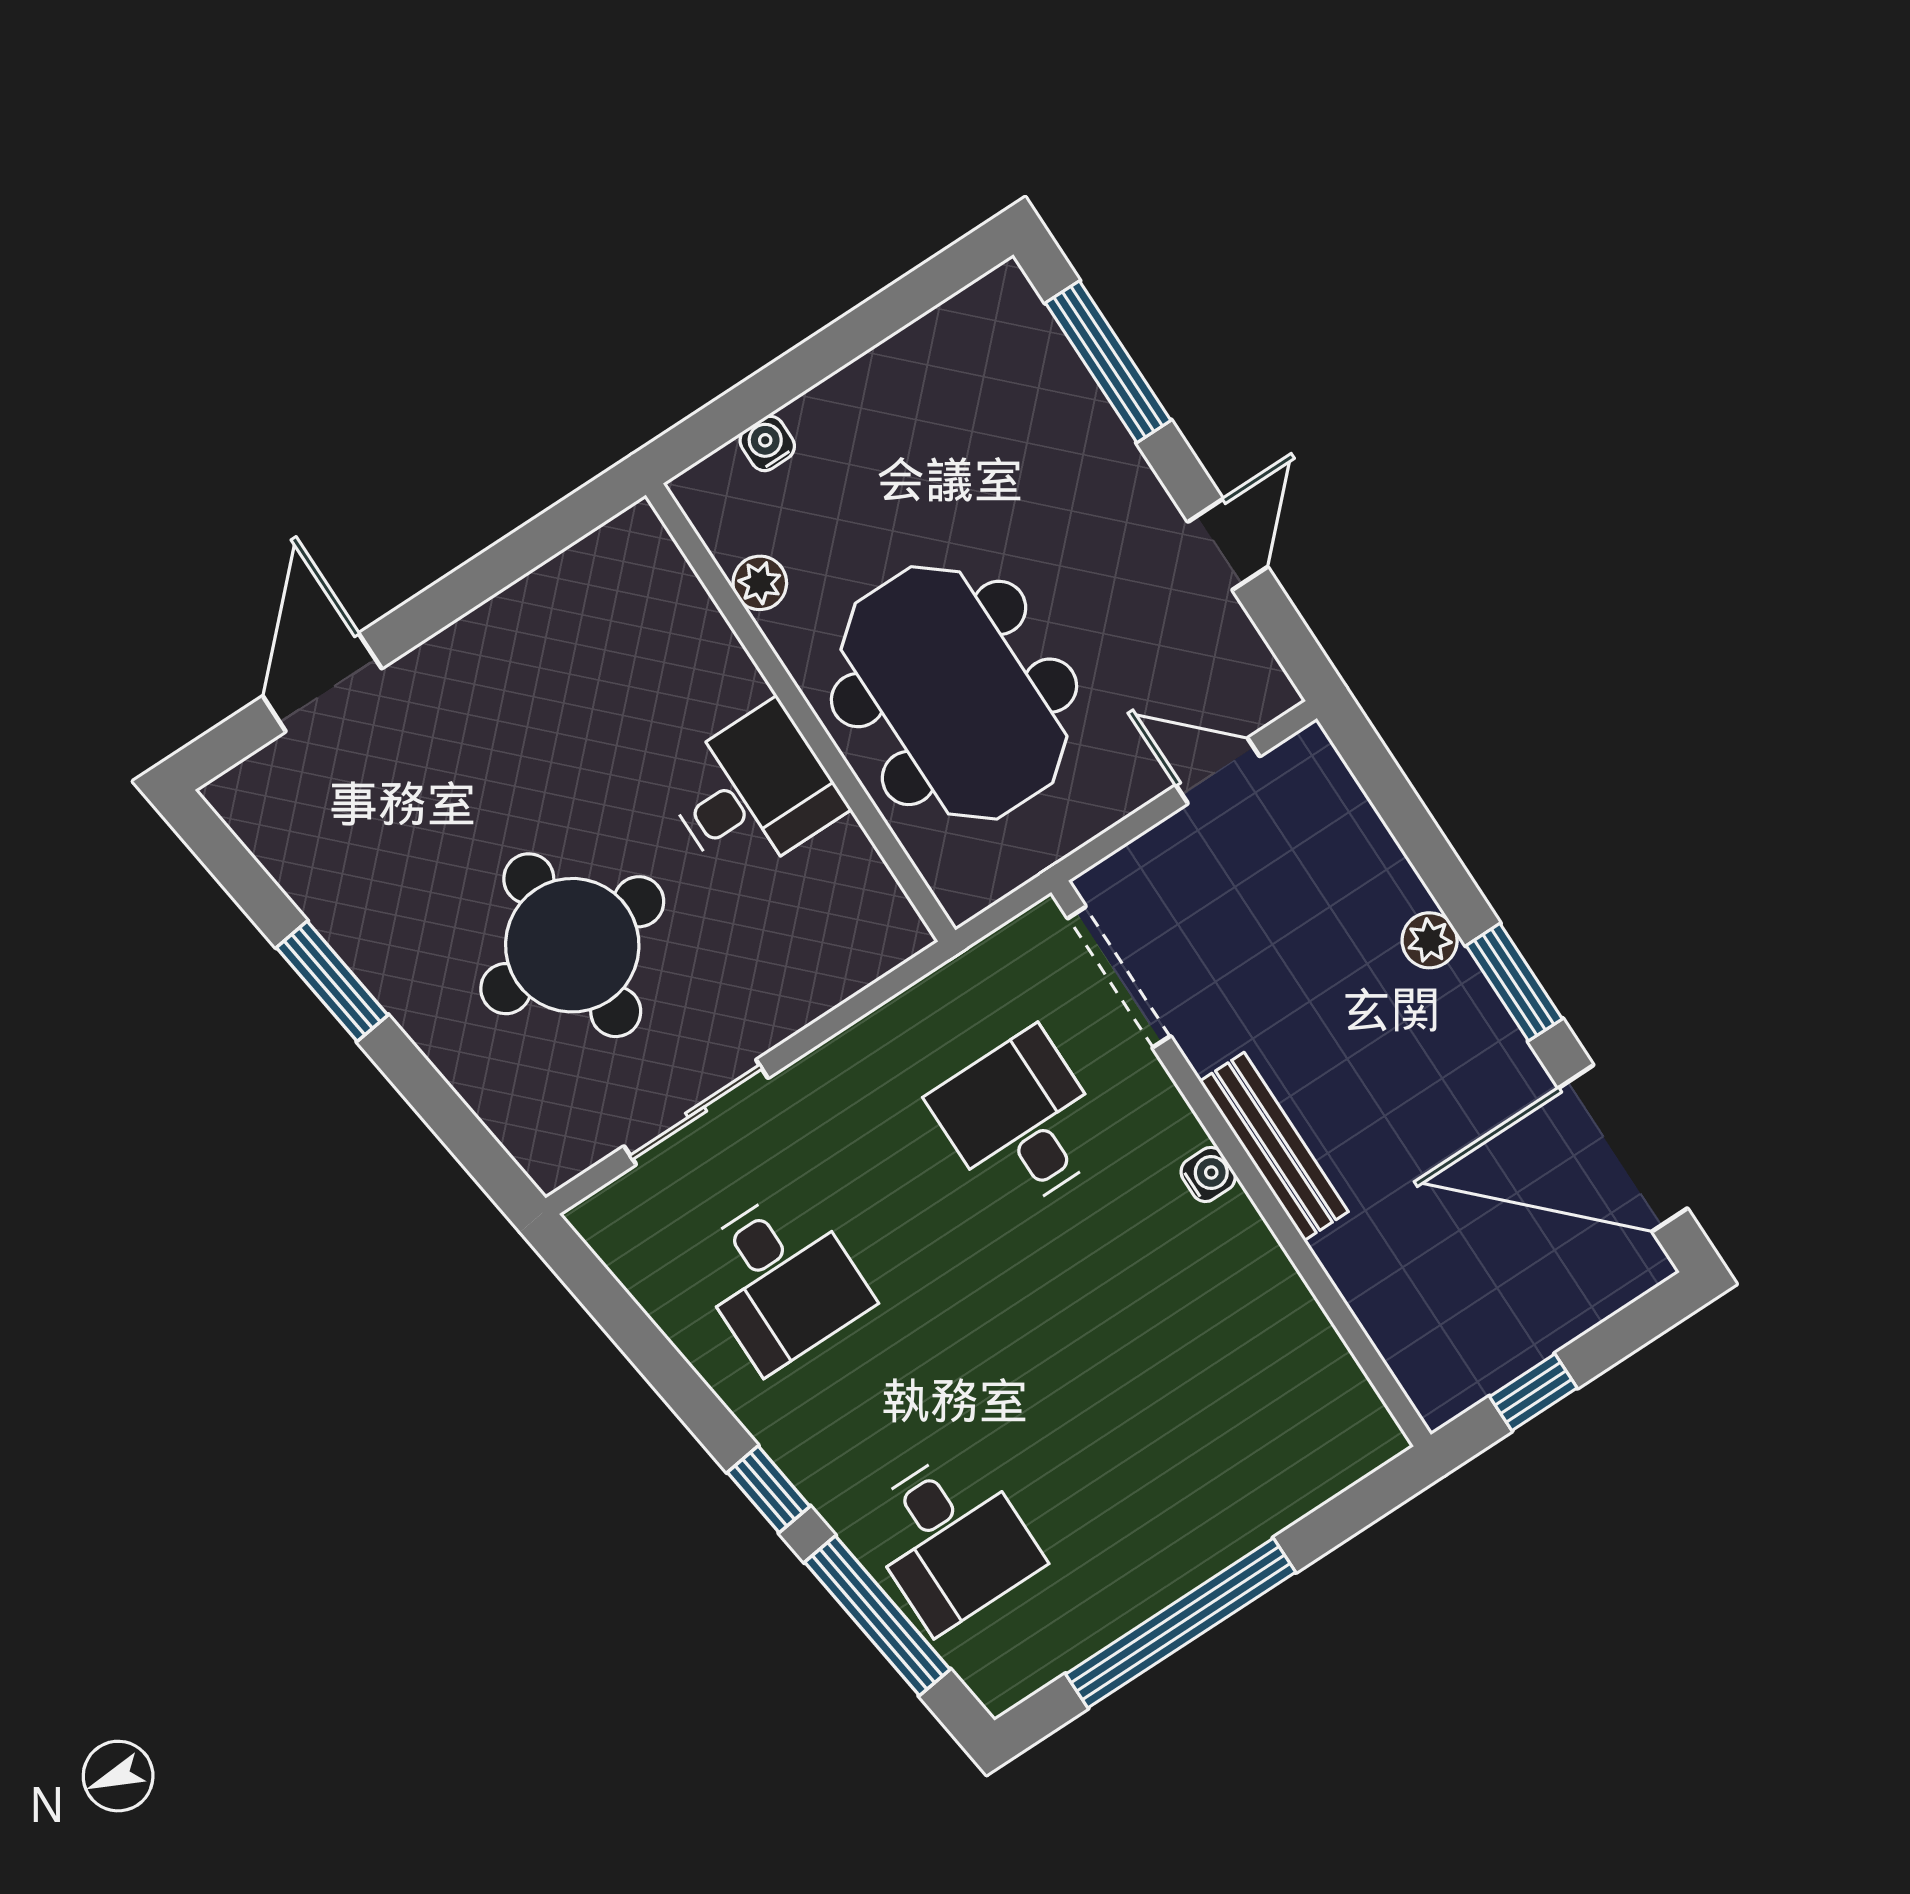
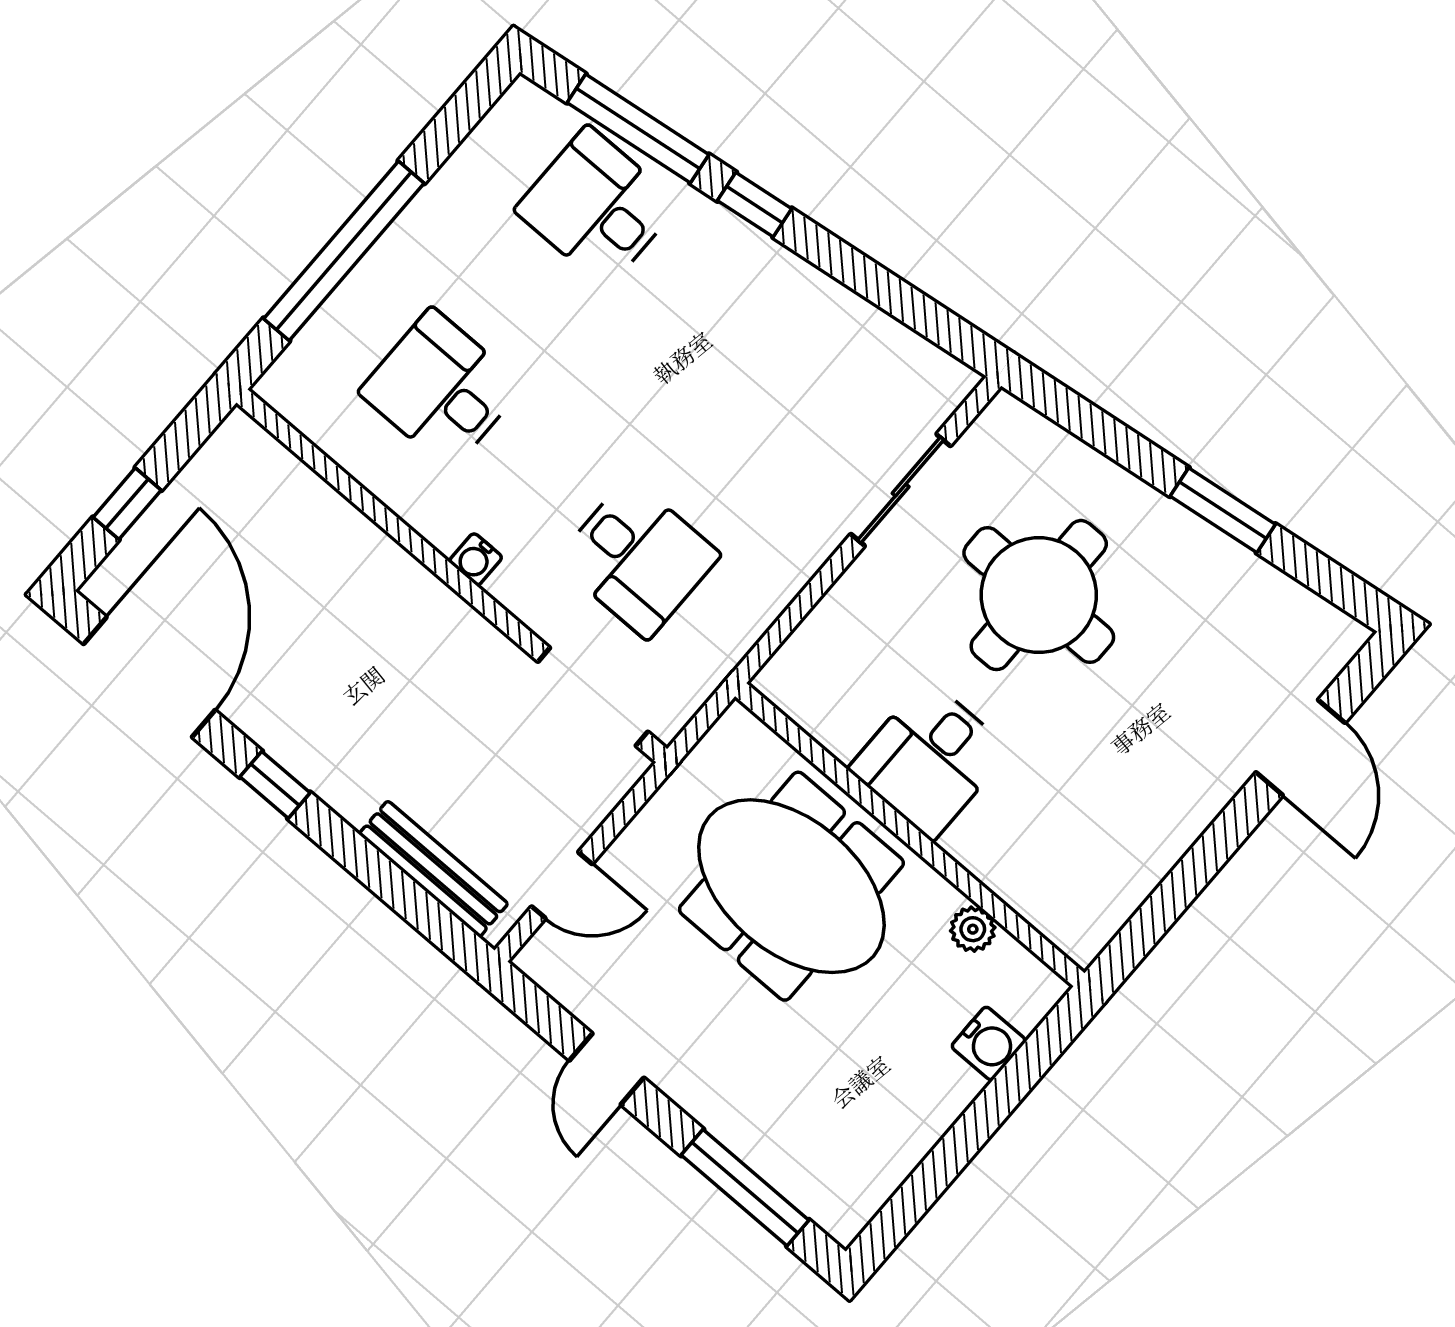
water cooler: (767, 443) -> (989, 1044), width x1.38, depth x1.38
plant: (1430, 940) -> (353, 799), removed
window: (1514, 982) -> (275, 785), width x0.67
bench: (1274, 1147) -> (433, 869), moved
door: (1623, 1148) -> (149, 677), hinge flipped
desk: (781, 1279) -> (441, 389), moved
window: (1533, 1392) -> (127, 504), moved
window: (1181, 1623) -> (344, 251), moved

